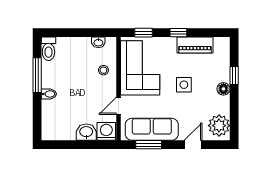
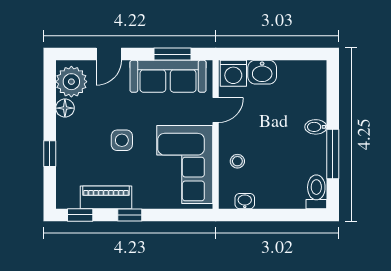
window: (143, 33) -> (80, 215), moved
floor lamp: (223, 89) -> (65, 108), moved

